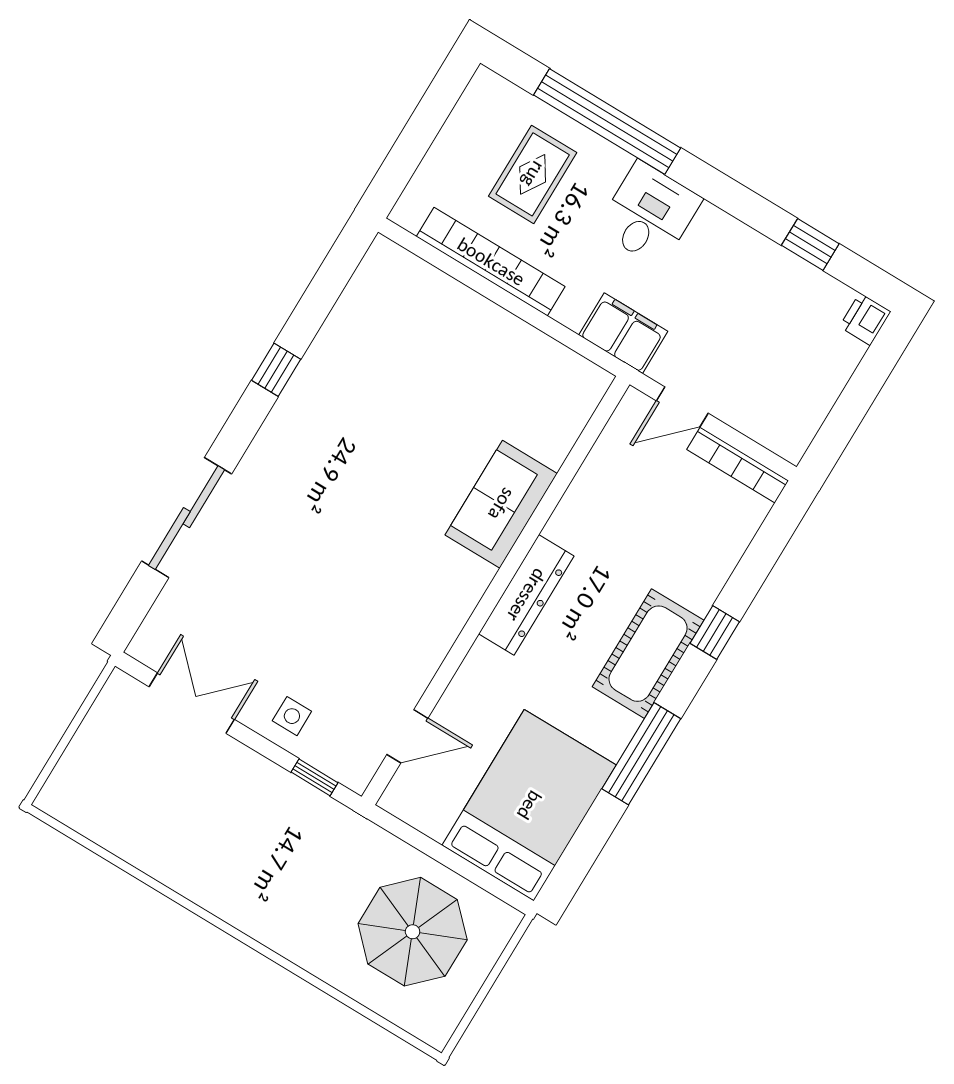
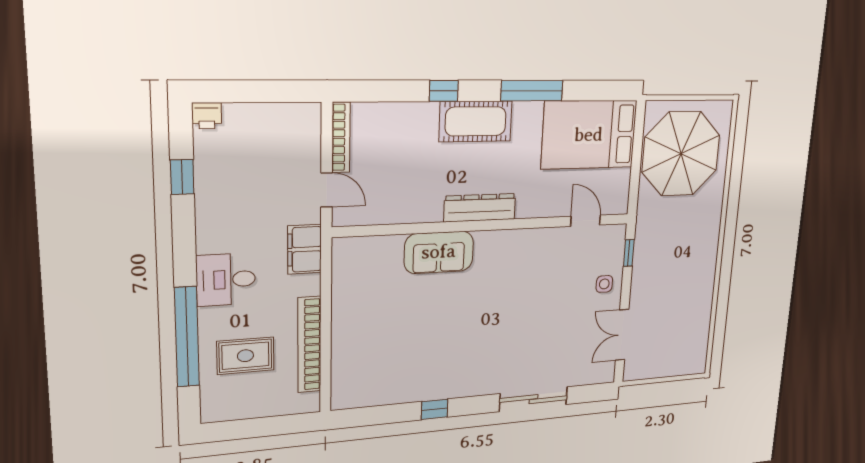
parasol: (413, 932) -> (681, 154), width x1.36, depth x1.36

